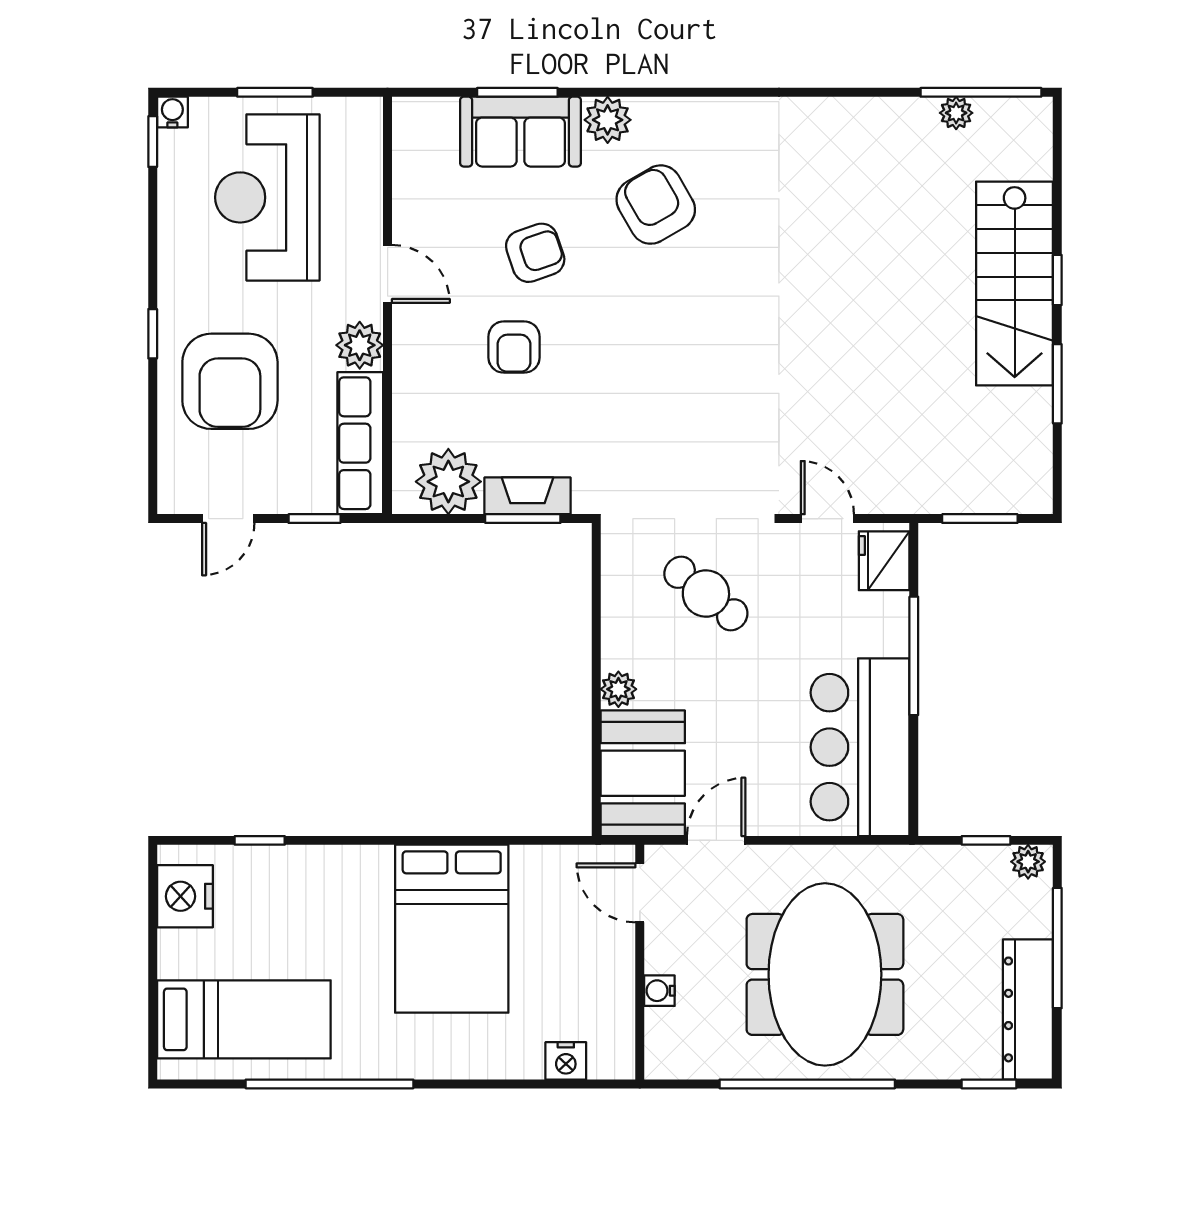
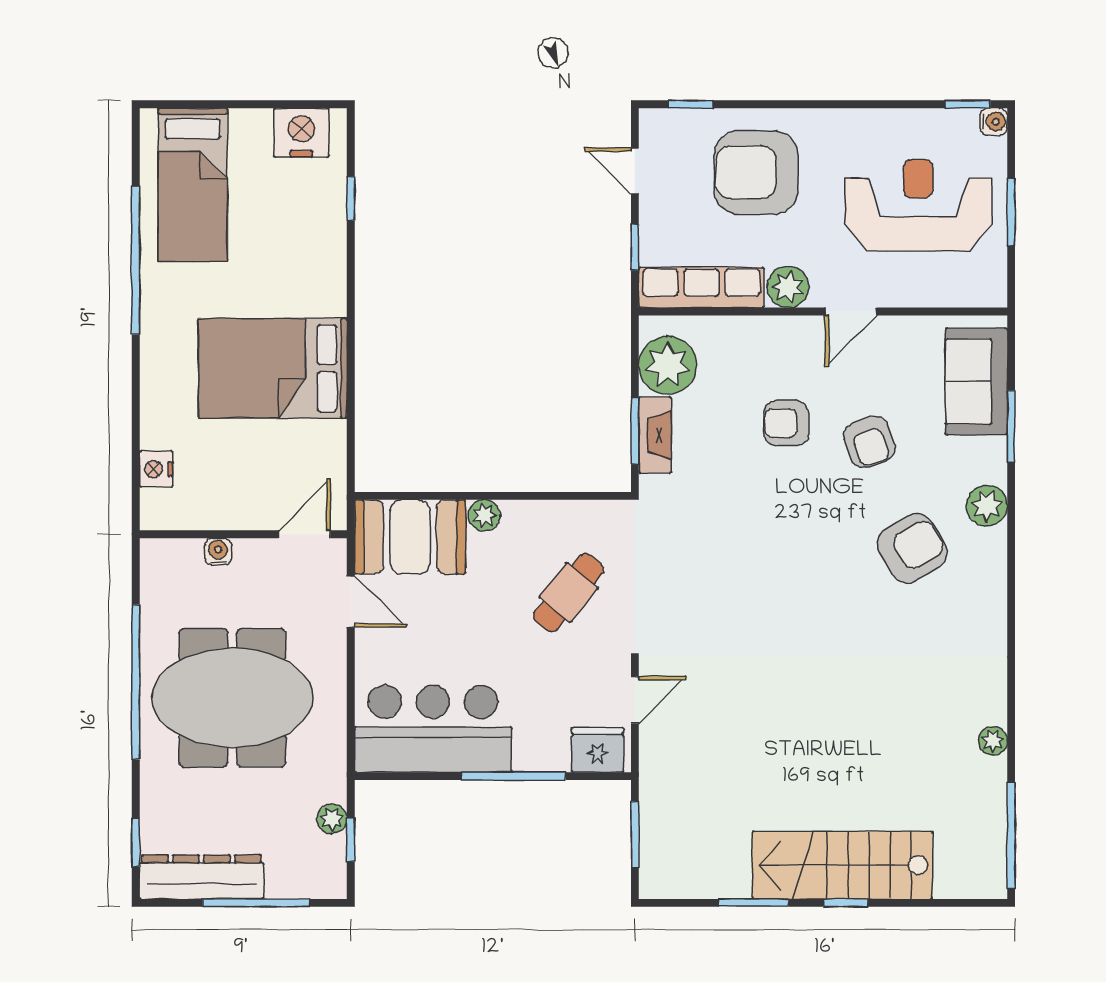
plant: (956, 113) -> (993, 741), moved
sofa: (521, 132) -> (976, 381), moved
window: (153, 334) -> (691, 104), moved
plant: (1028, 862) -> (332, 819), moved

